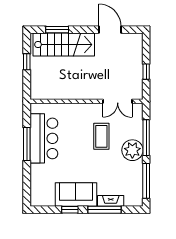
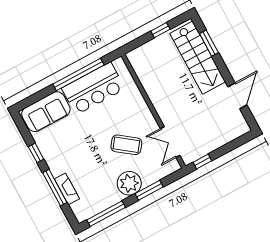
window: (146, 72) -> (202, 162), moved
coffee table: (101, 136) -> (126, 145), turned 37
window: (146, 138) -> (149, 190), width x0.69
window: (27, 144) -> (78, 75), width x1.46
sofa: (76, 195) -> (46, 112), moved, turned 90

